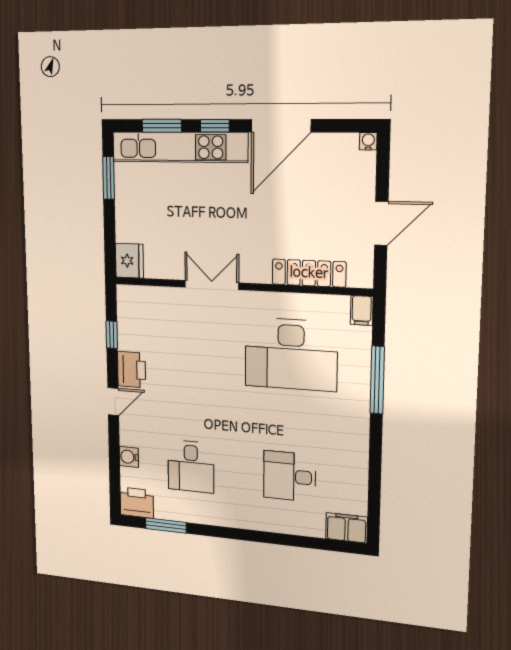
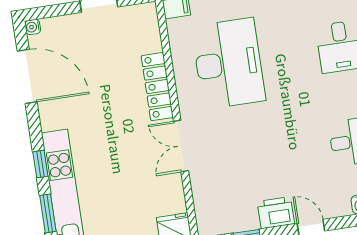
door: (281, 126) -> (27, 76), moved
locker: (309, 273) -> (157, 87), moved

